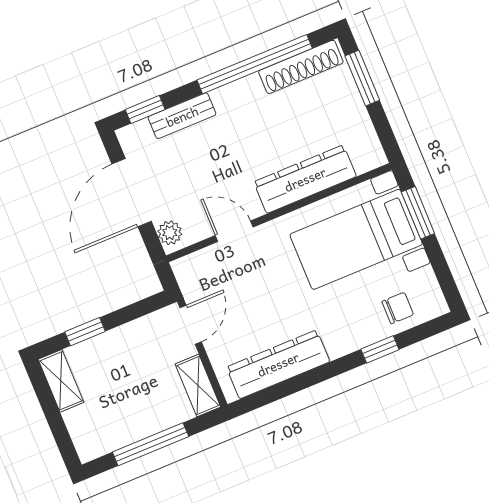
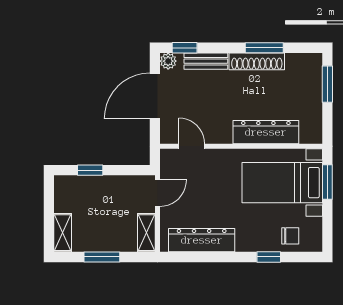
window: (255, 64) -> (264, 48), width x0.47
shoe rack: (301, 67) -> (257, 61), moved
door: (234, 231) -> (192, 146), moved
plant: (170, 233) -> (168, 61), moved
shelving: (61, 381) -> (63, 233), moved
window: (151, 444) -> (102, 257), width x0.69

